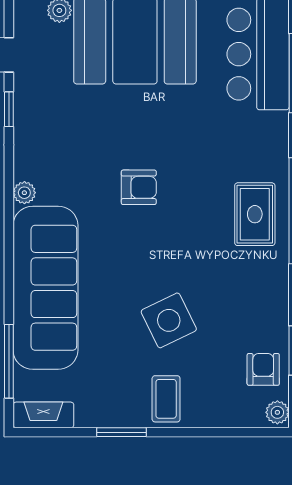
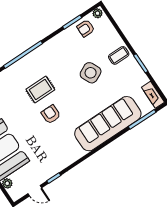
plant: (24, 193) -> (79, 153), removed
rug: (255, 214) -> (40, 89), moved

